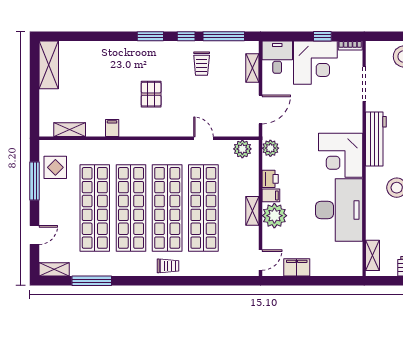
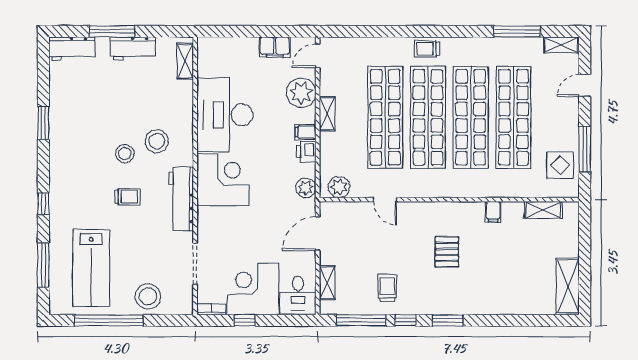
plant: (274, 216) -> (301, 93), moved

